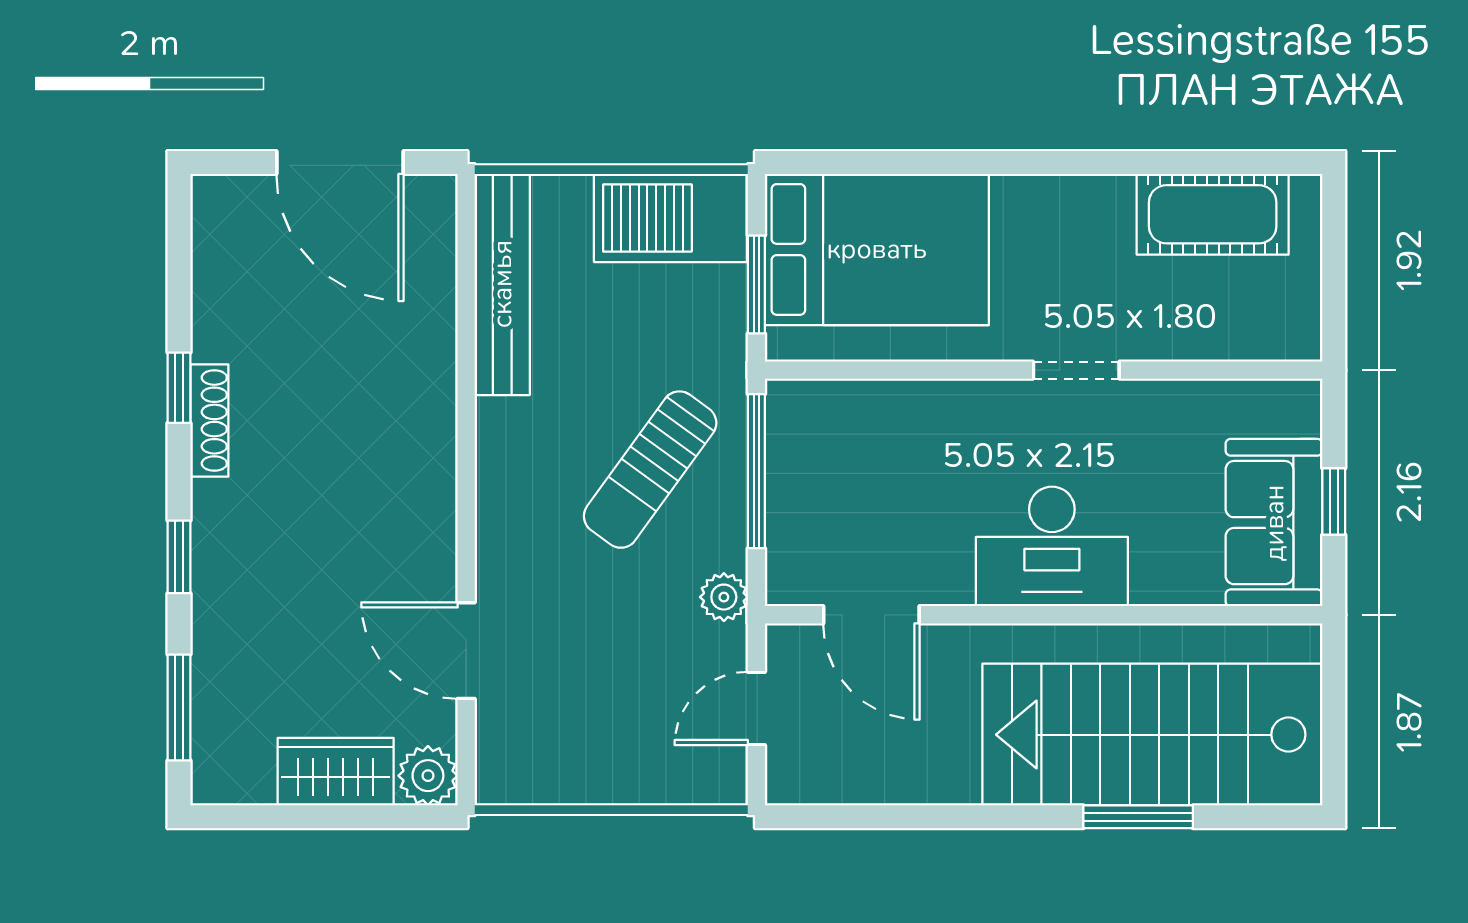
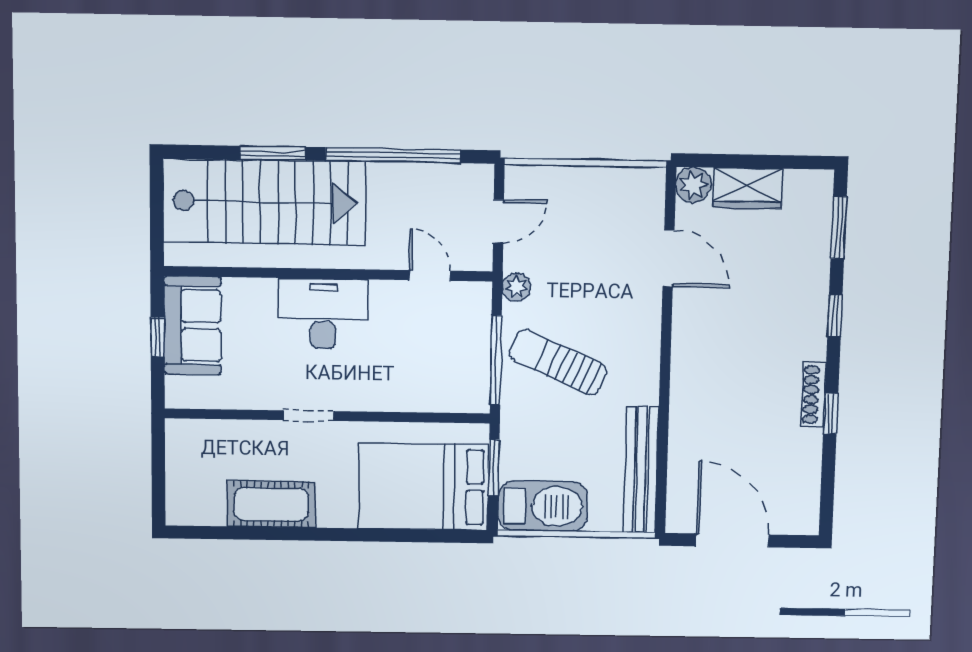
cot: (1213, 214) -> (271, 504), moved
sun lounger: (650, 470) -> (558, 362), turned -102
door: (871, 615) -> (430, 275), width x0.73
window: (935, 817) -> (393, 155), added

